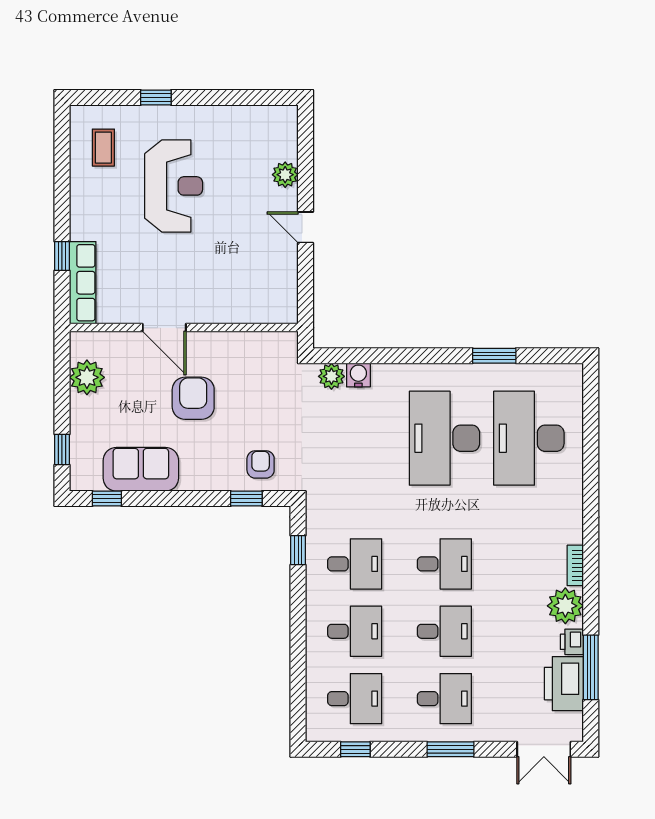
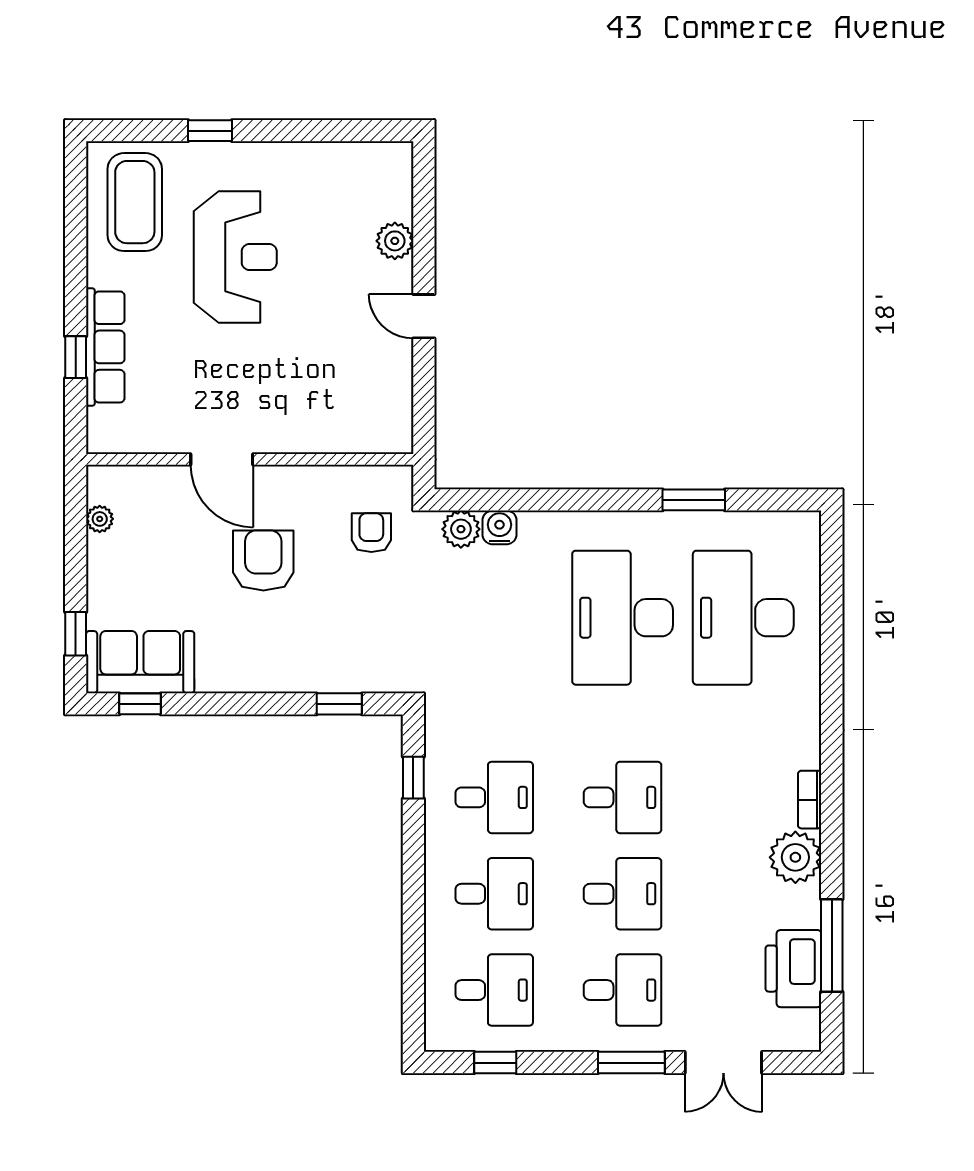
coffee table: (103, 148) -> (135, 202), width x1.86, depth x1.72
row of seats: (83, 283) -> (105, 347), moved
plant: (87, 377) -> (100, 519), width x0.53, depth x0.53
armchair: (261, 464) -> (371, 533), moved
sofa: (141, 469) -> (140, 662), moved
printer: (572, 642) -> (805, 909), removed
double door: (544, 749) -> (723, 1063), moved

